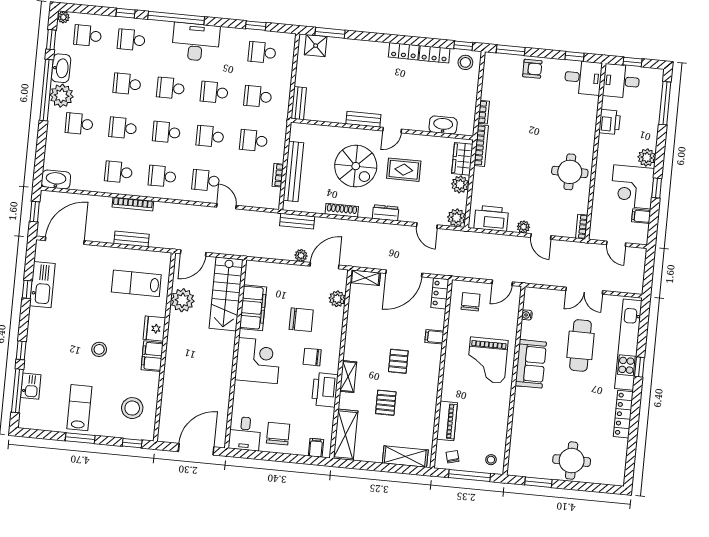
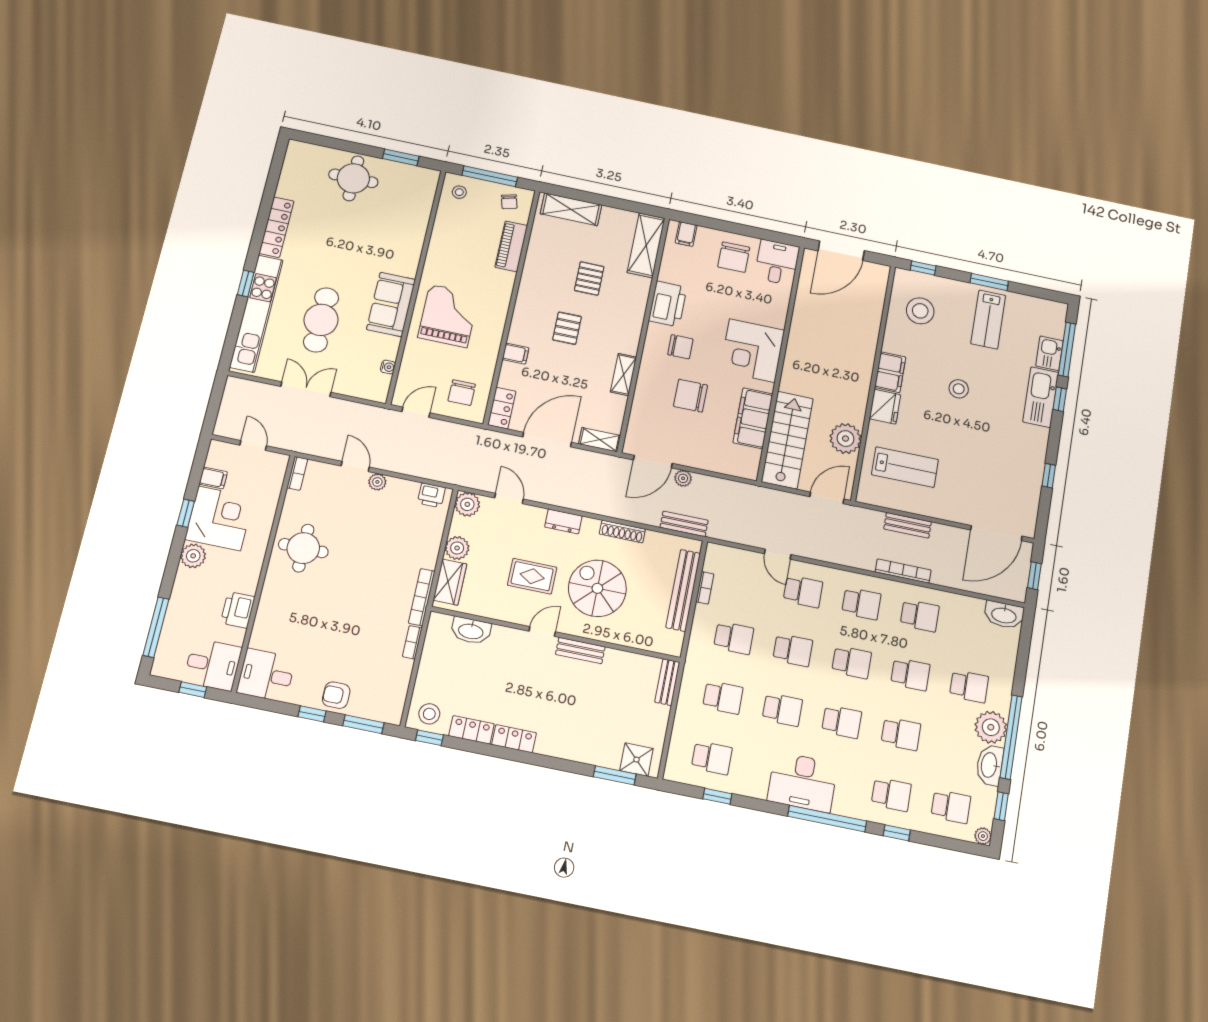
window: (575, 56) -> (312, 714), moved
printer: (491, 218) -> (431, 495), width x0.53, depth x0.68
kitchen sink: (42, 285) -> (1041, 397), moved
plant: (337, 299) -> (640, 417), removed
shelving: (348, 377) -> (624, 375), moved

